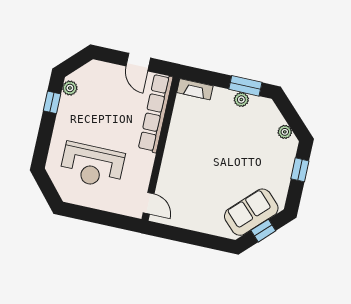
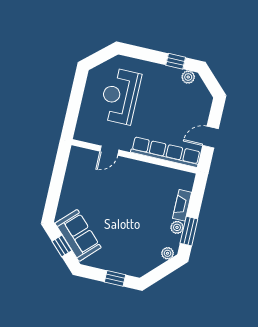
fireplace: (195, 89) -> (182, 205), moved
plant: (285, 132) -> (168, 253), moved
door: (149, 203) -> (109, 151), moved

